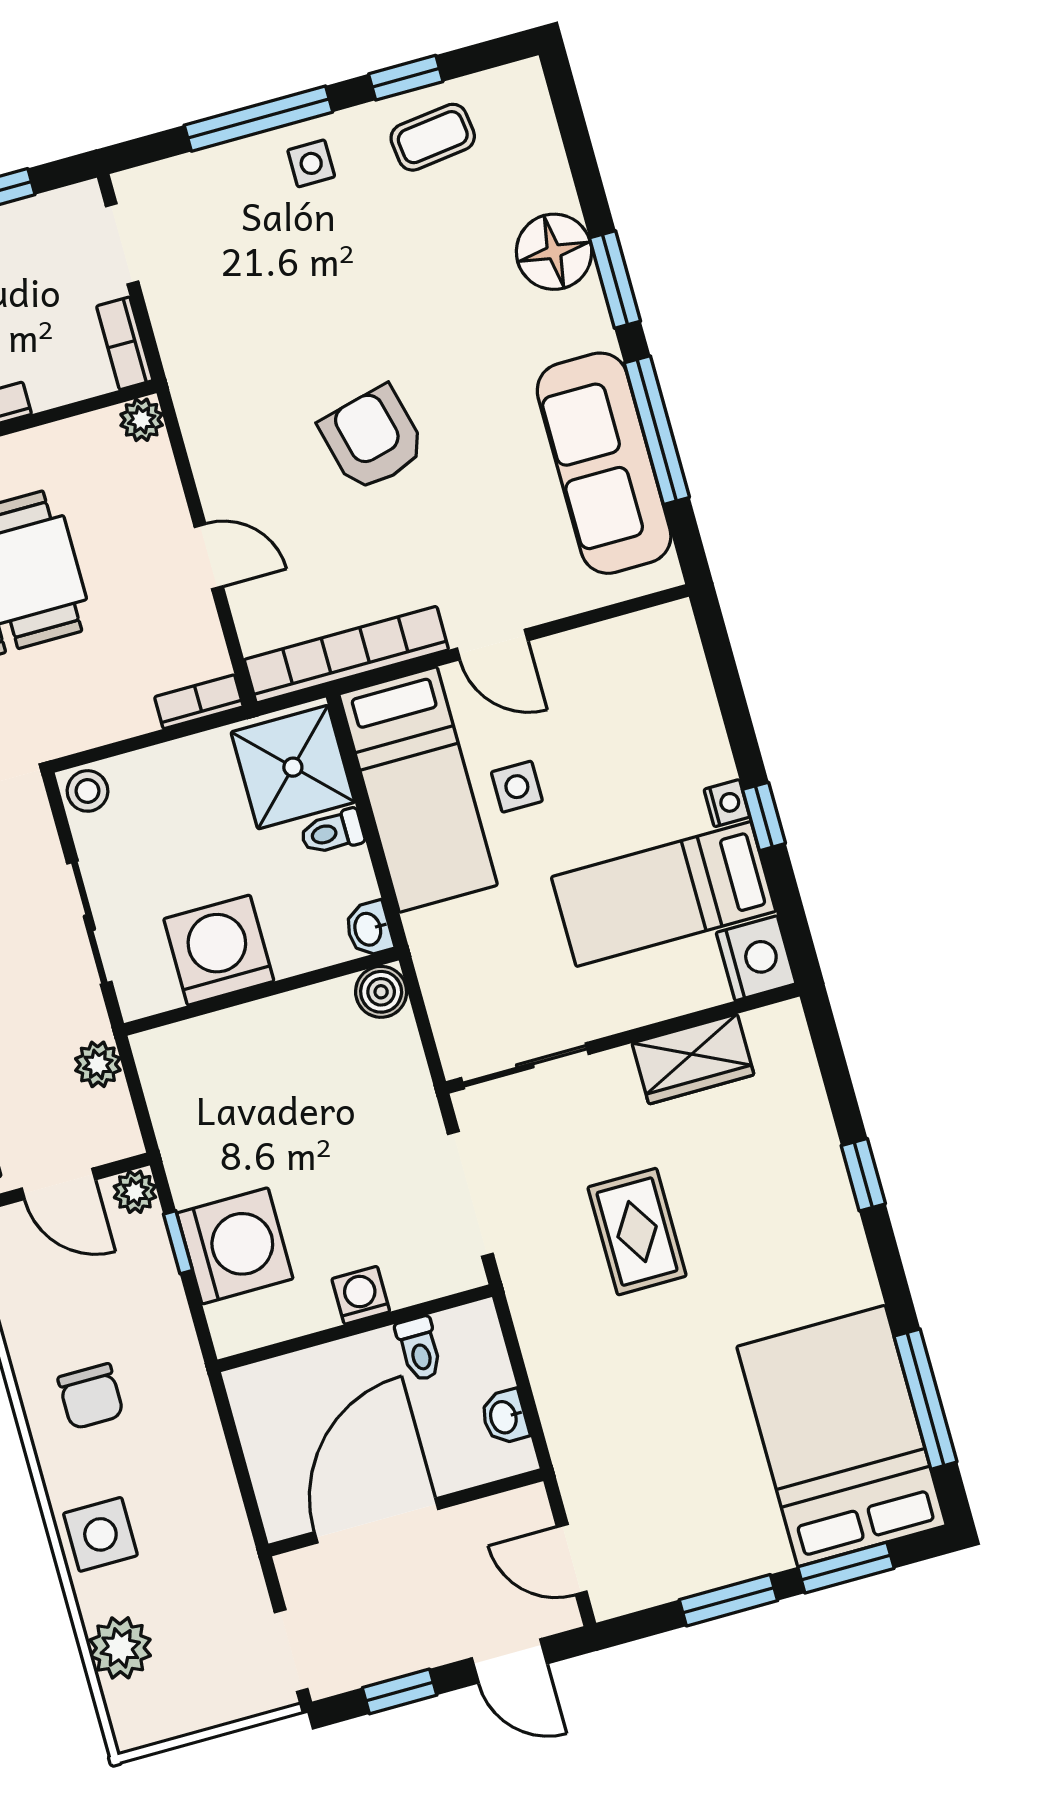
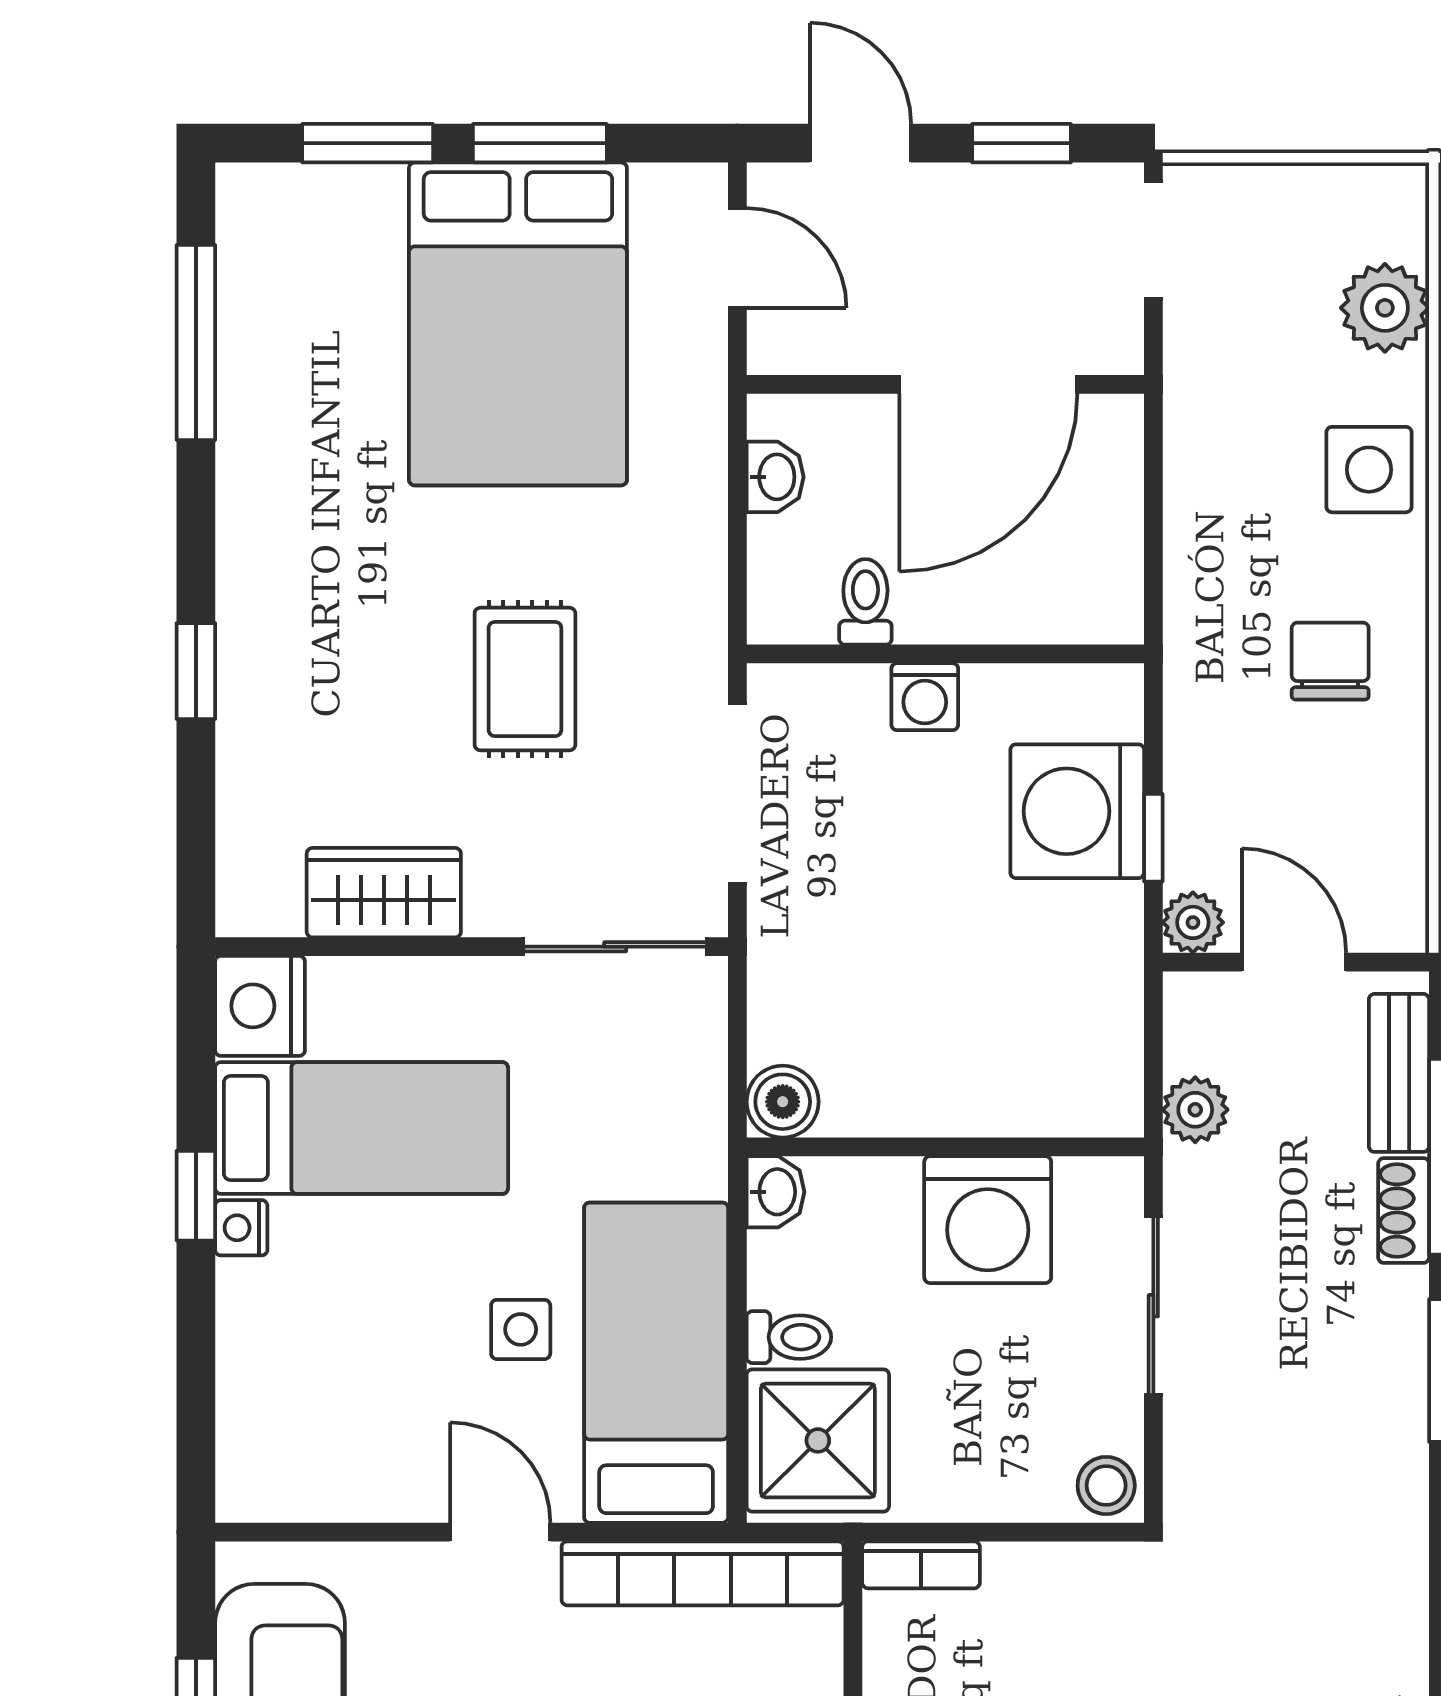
bed: (841, 1436) -> (518, 324), moved

